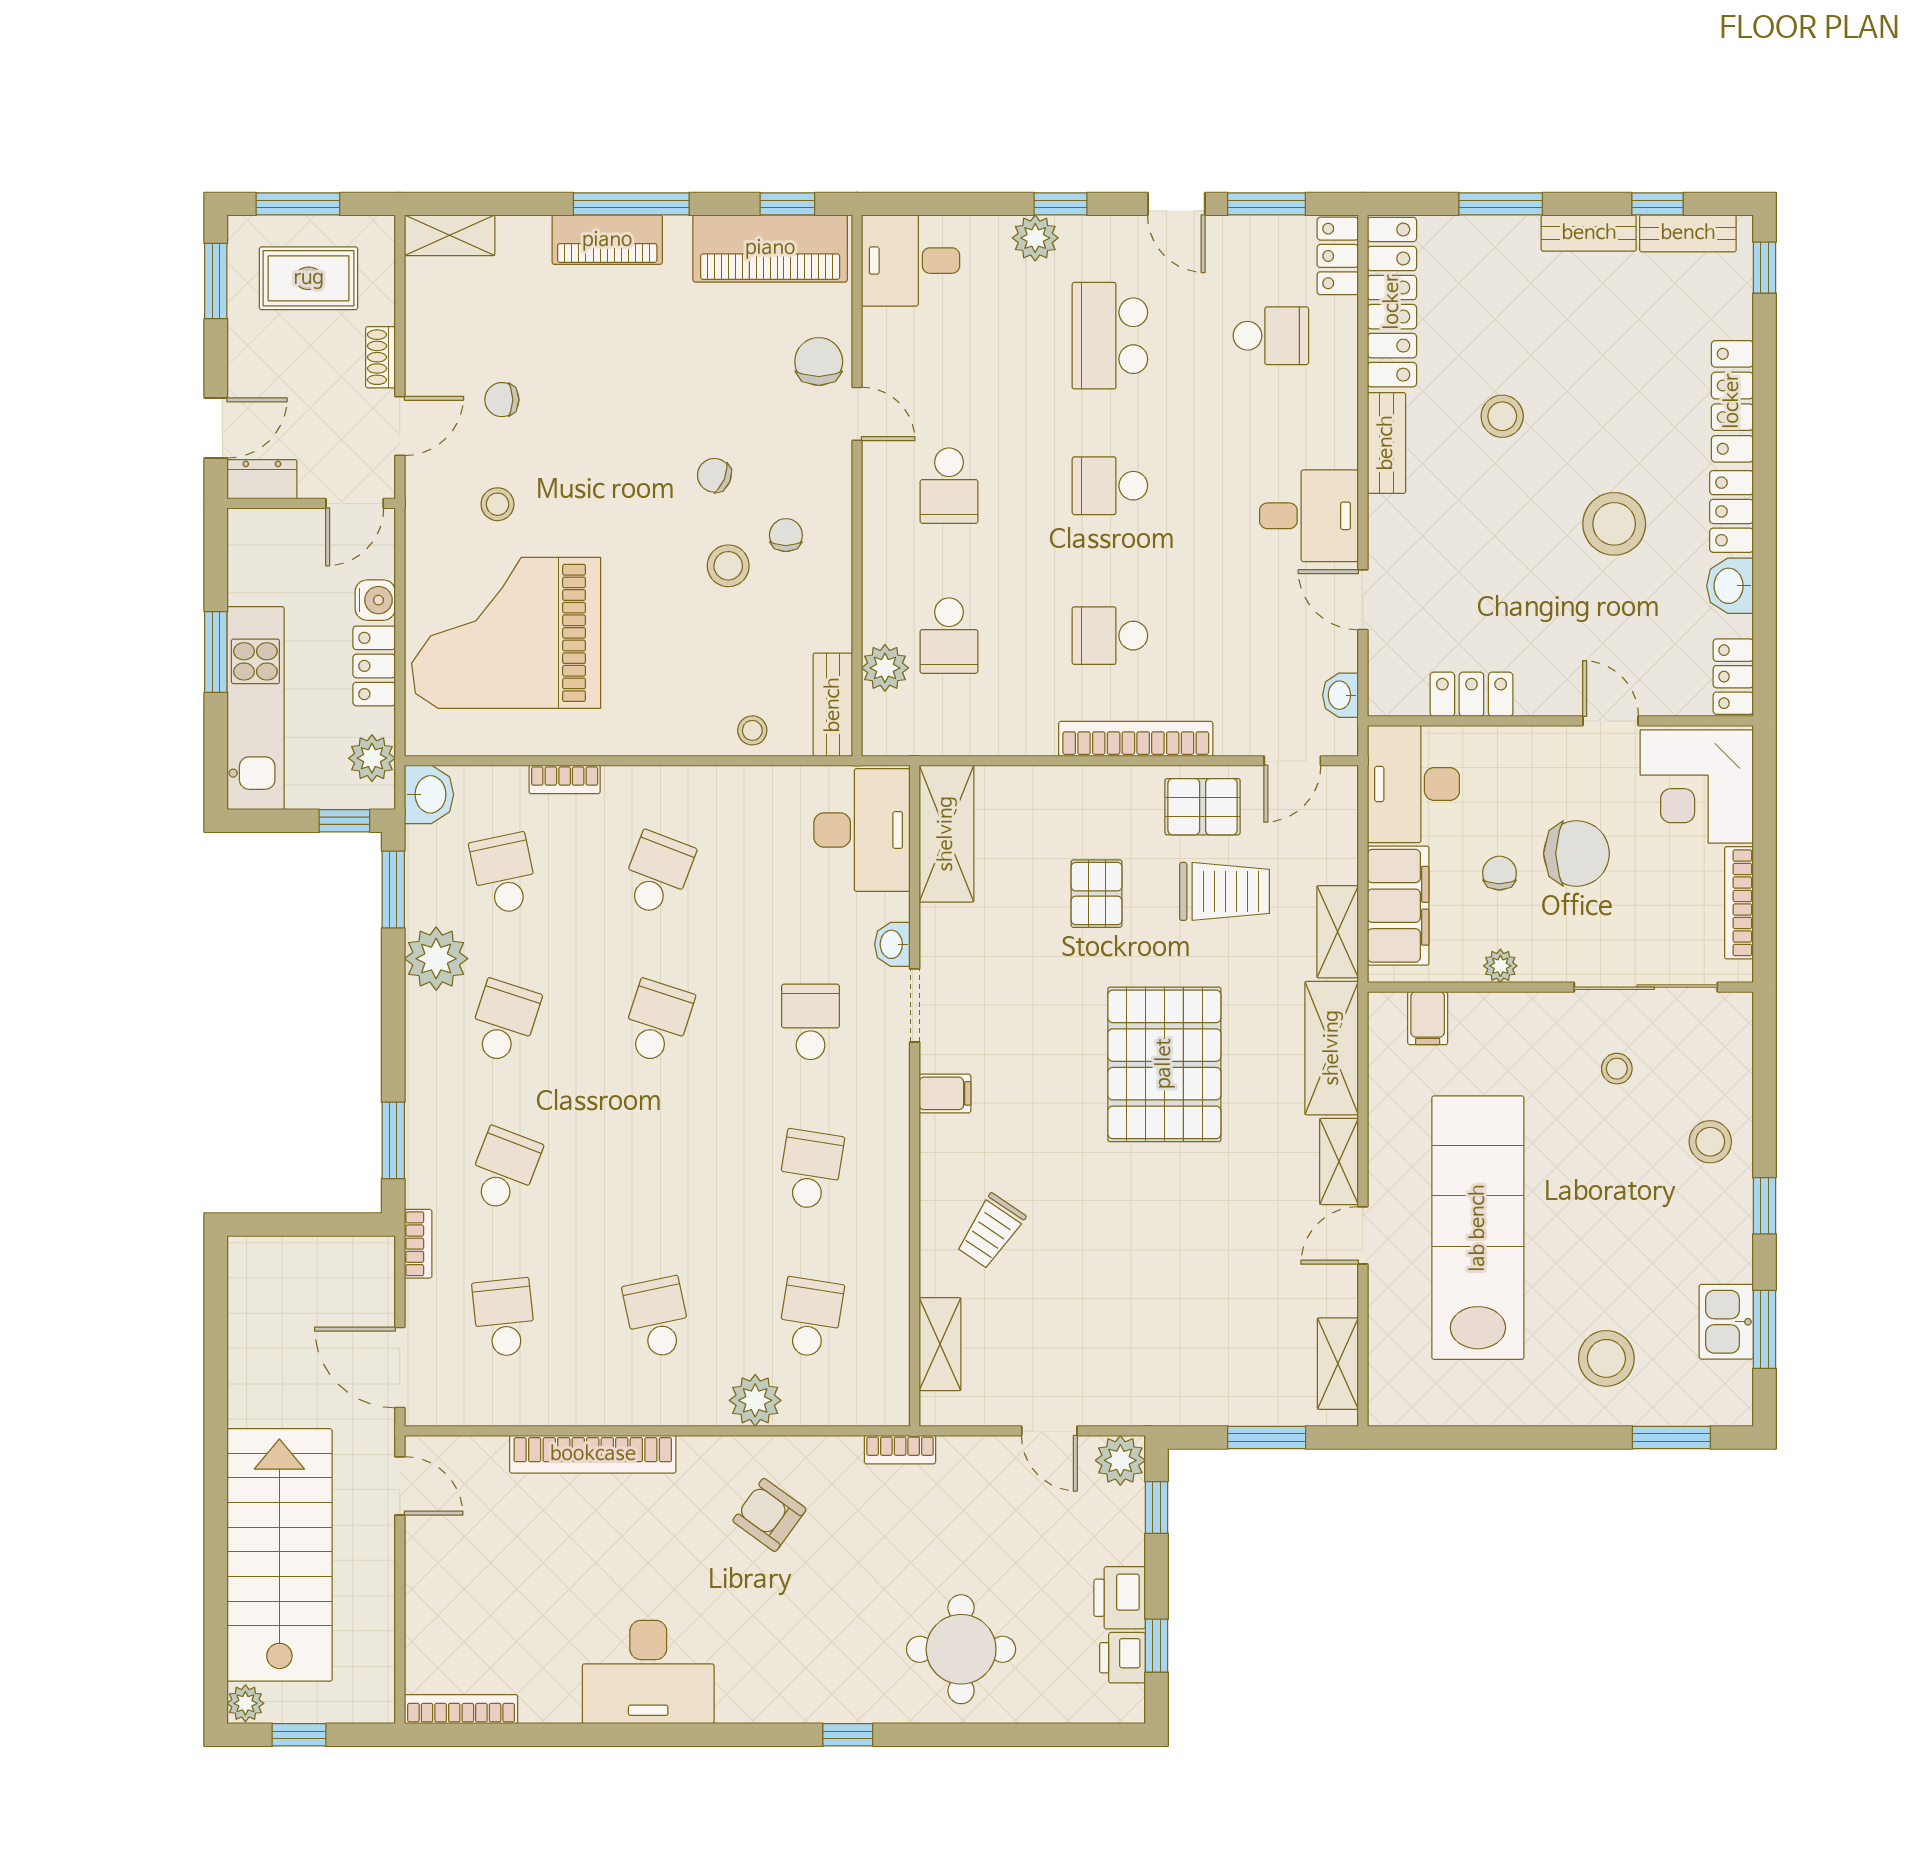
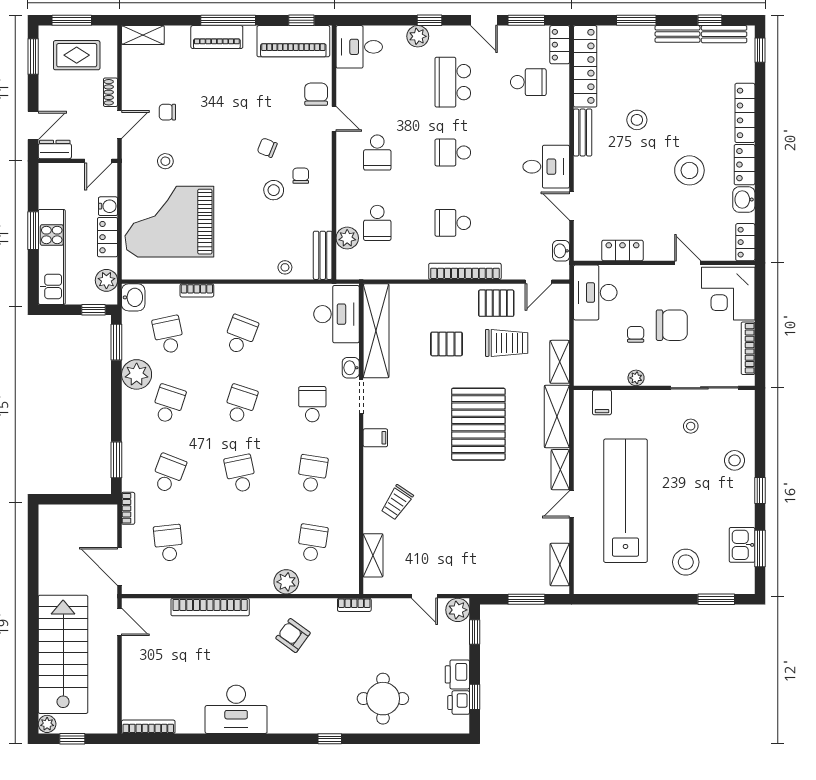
shelving: (946, 834) -> (376, 331), width x1.47
pallet: (1097, 894) -> (447, 344), turned 90
filing cabinet: (1398, 906) -> (588, 350), removed
school desk: (657, 1318) -> (240, 474), moved

